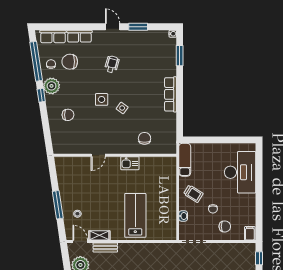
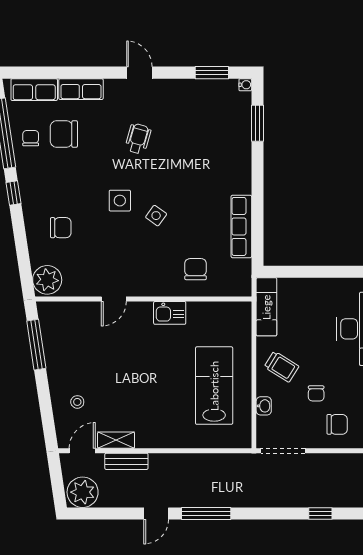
window: (138, 27) -> (212, 73), moved
plant: (52, 86) -> (47, 280), moved
row of seats: (171, 94) -> (241, 226), moved
window: (58, 205) -> (36, 345), moved
lab bench: (135, 215) -> (214, 386), moved
door: (80, 241) -> (82, 451), hinge flipped

